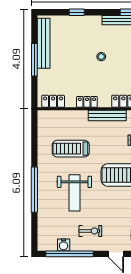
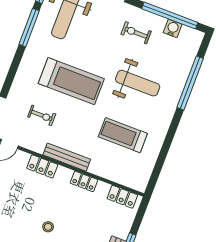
treadmill: (71, 149) -> (123, 135), turned 180
window: (34, 190) -> (190, 83), moved
weight bench: (74, 193) -> (138, 83), turned 90

